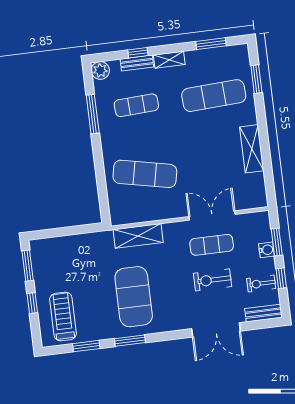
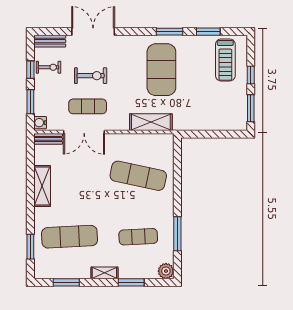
window: (138, 53) -> (131, 282), width x1.50
bench: (137, 63) -> (48, 139), moved
water cooler: (266, 250) -> (40, 123), moved

